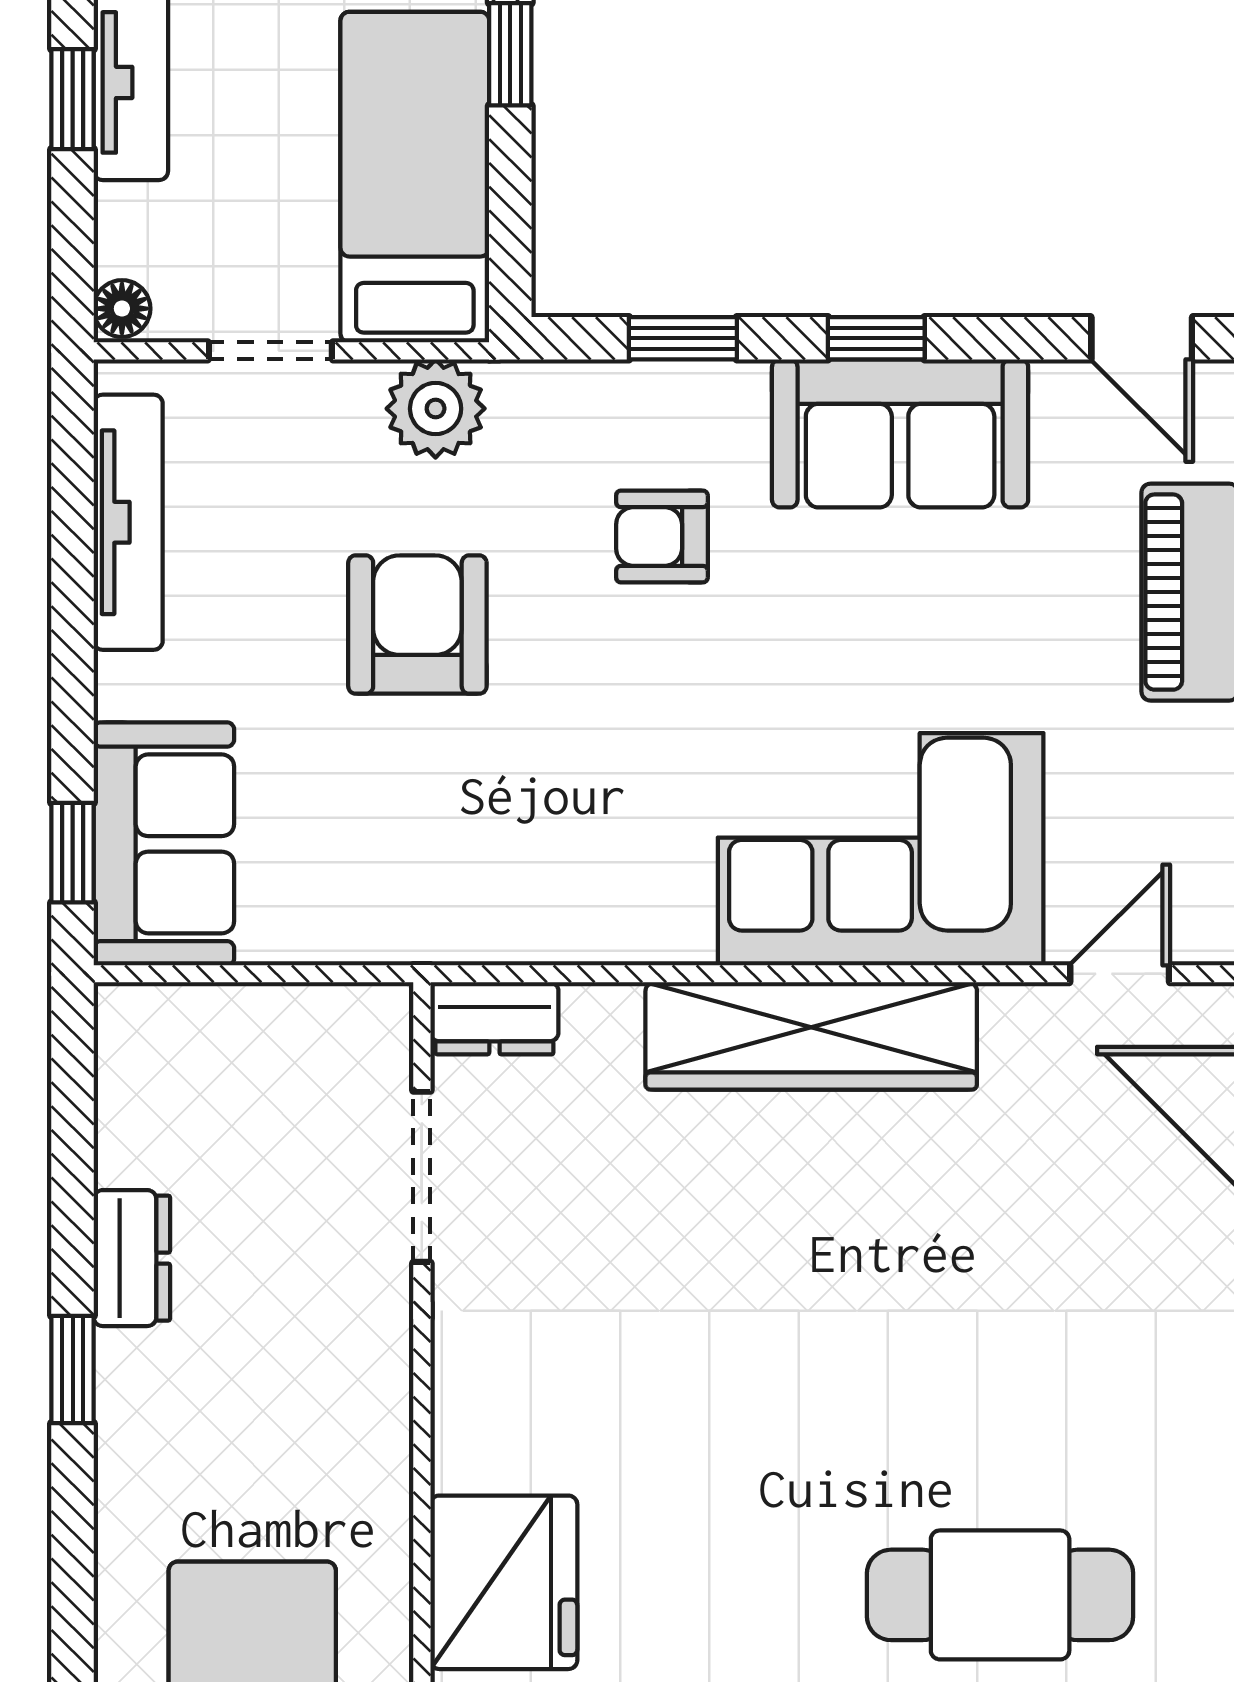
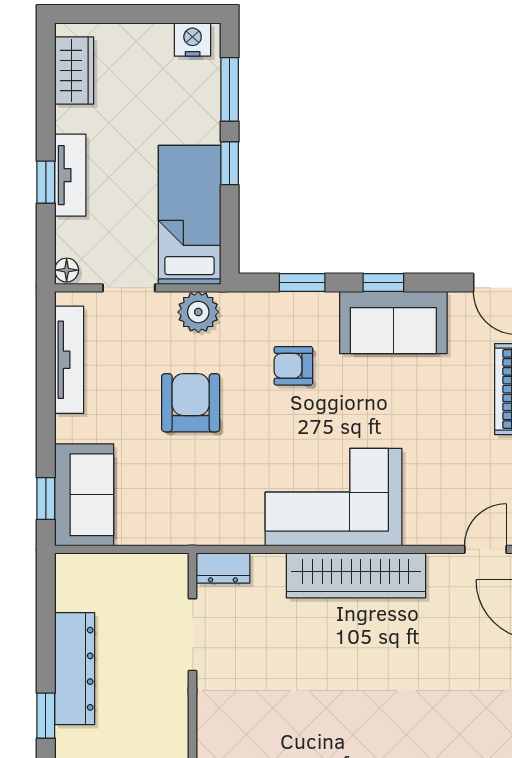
corner sofa: (881, 849) -> (334, 497), moved
dresser: (132, 1258) -> (75, 669), width x1.96, depth x1.24

